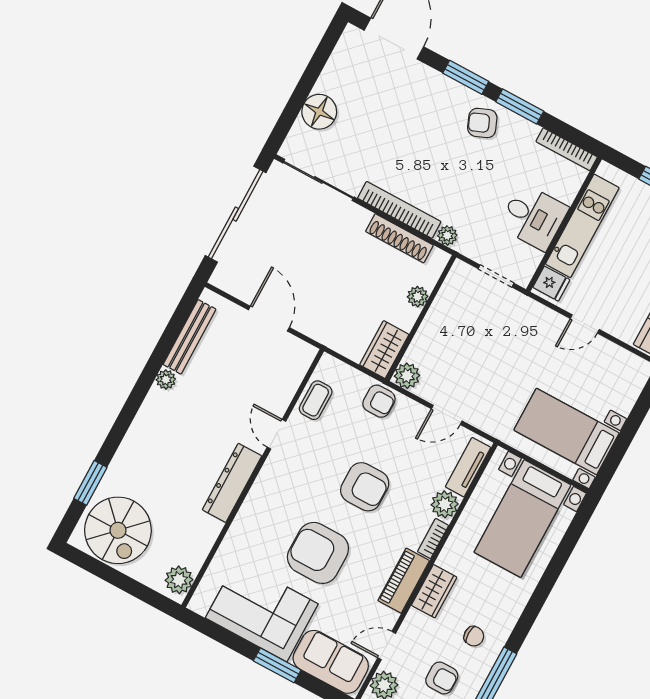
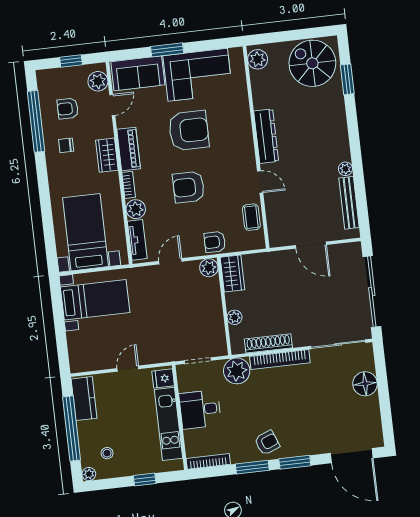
plant: (447, 236) -> (237, 371), width x1.88, depth x1.88

